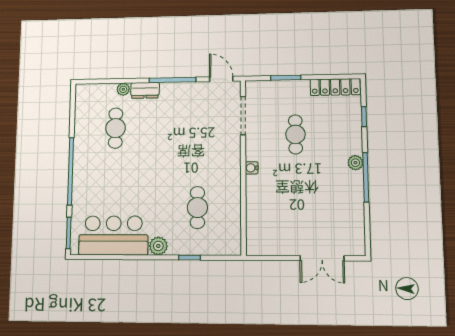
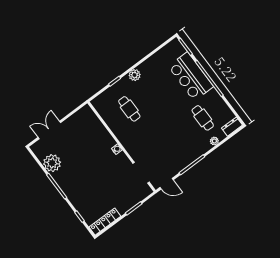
dresser: (145, 90) -> (232, 127), moved
cafe table: (295, 134) -> (107, 182), removed
plant: (355, 163) -> (52, 163), moved, width x1.88, depth x1.88
bar counter: (113, 235) -> (191, 76), moved, turned 90

